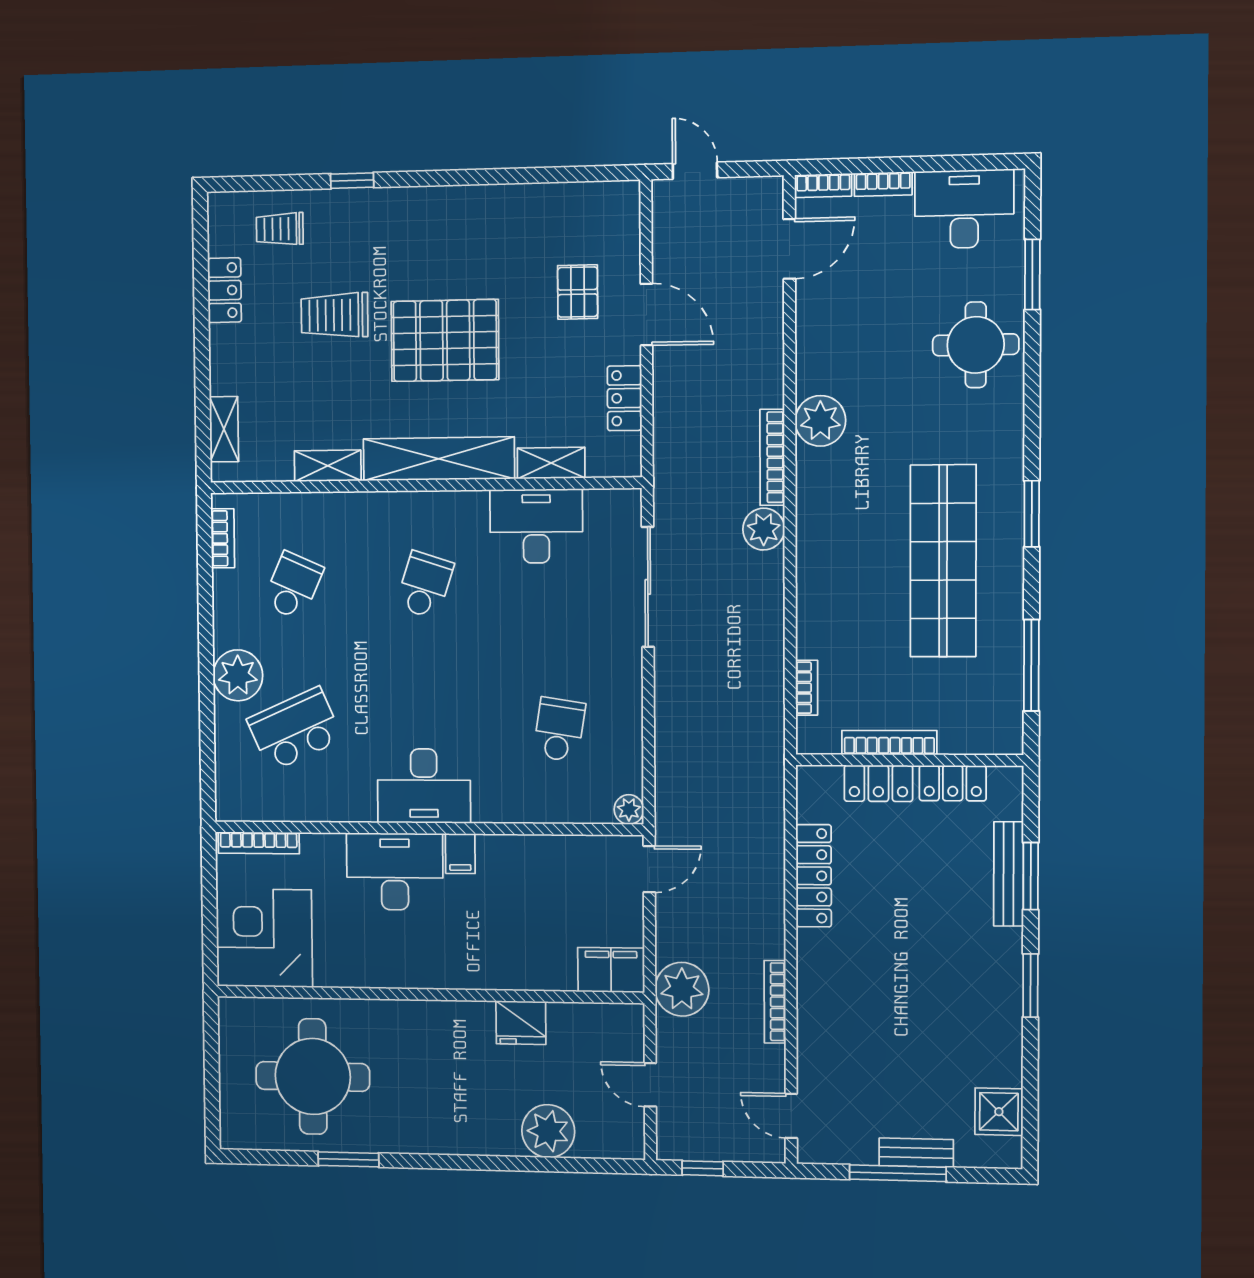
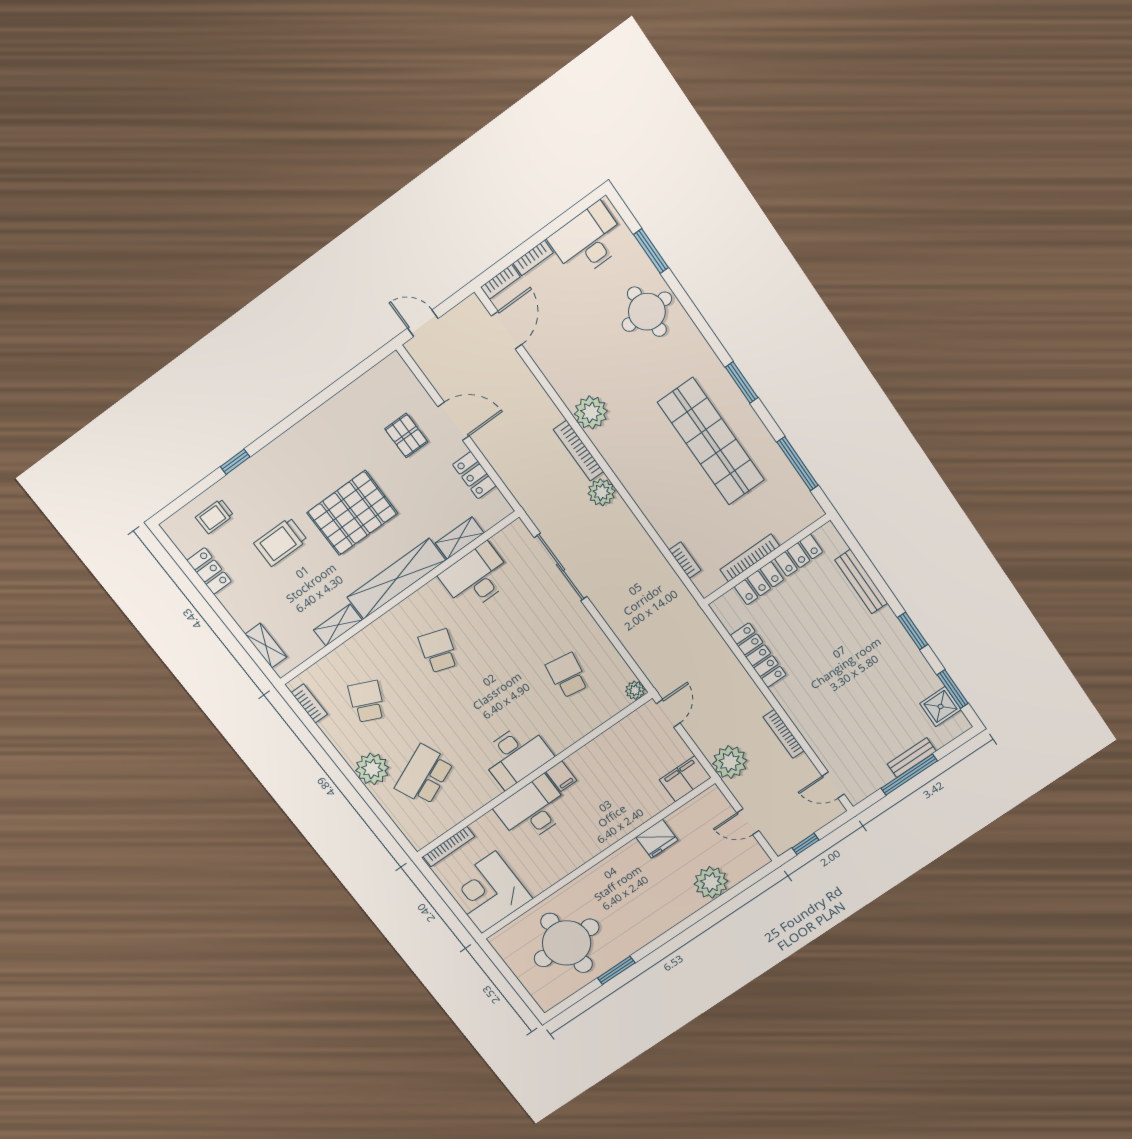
window: (1031, 876) -> (953, 689), moved

